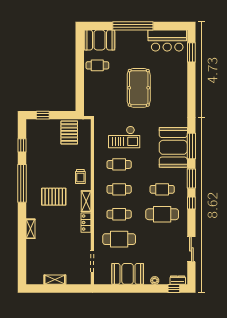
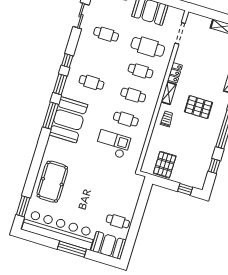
window: (133, 26) -> (72, 249), width x0.68
bar counter: (167, 40) -> (59, 230), width x1.86
pool table: (139, 88) -> (52, 182), moved
cafe table: (162, 214) -> (106, 34), moved, width x0.73, depth x0.74

